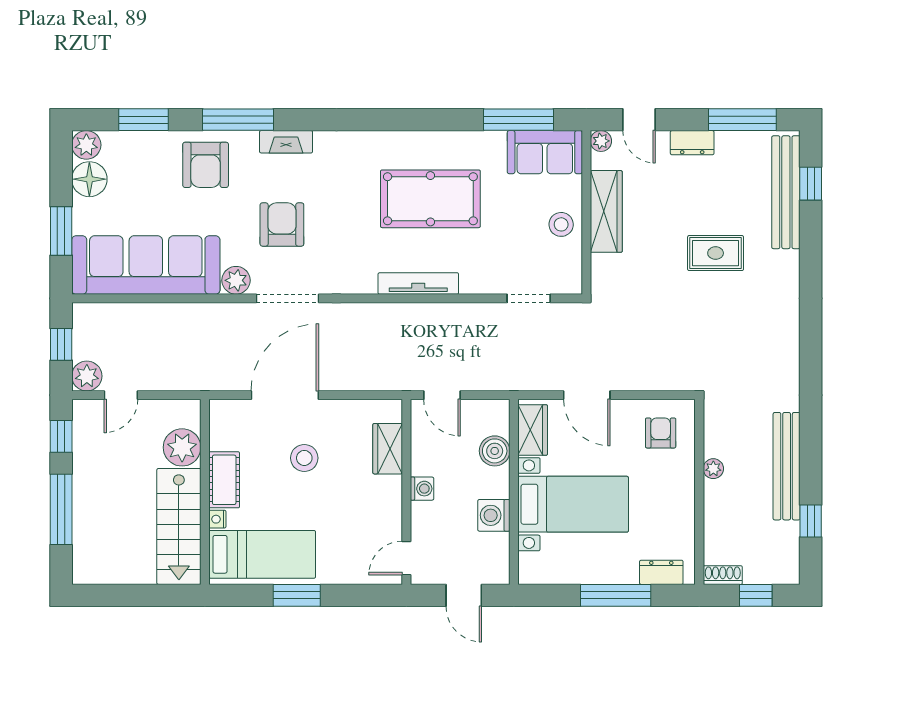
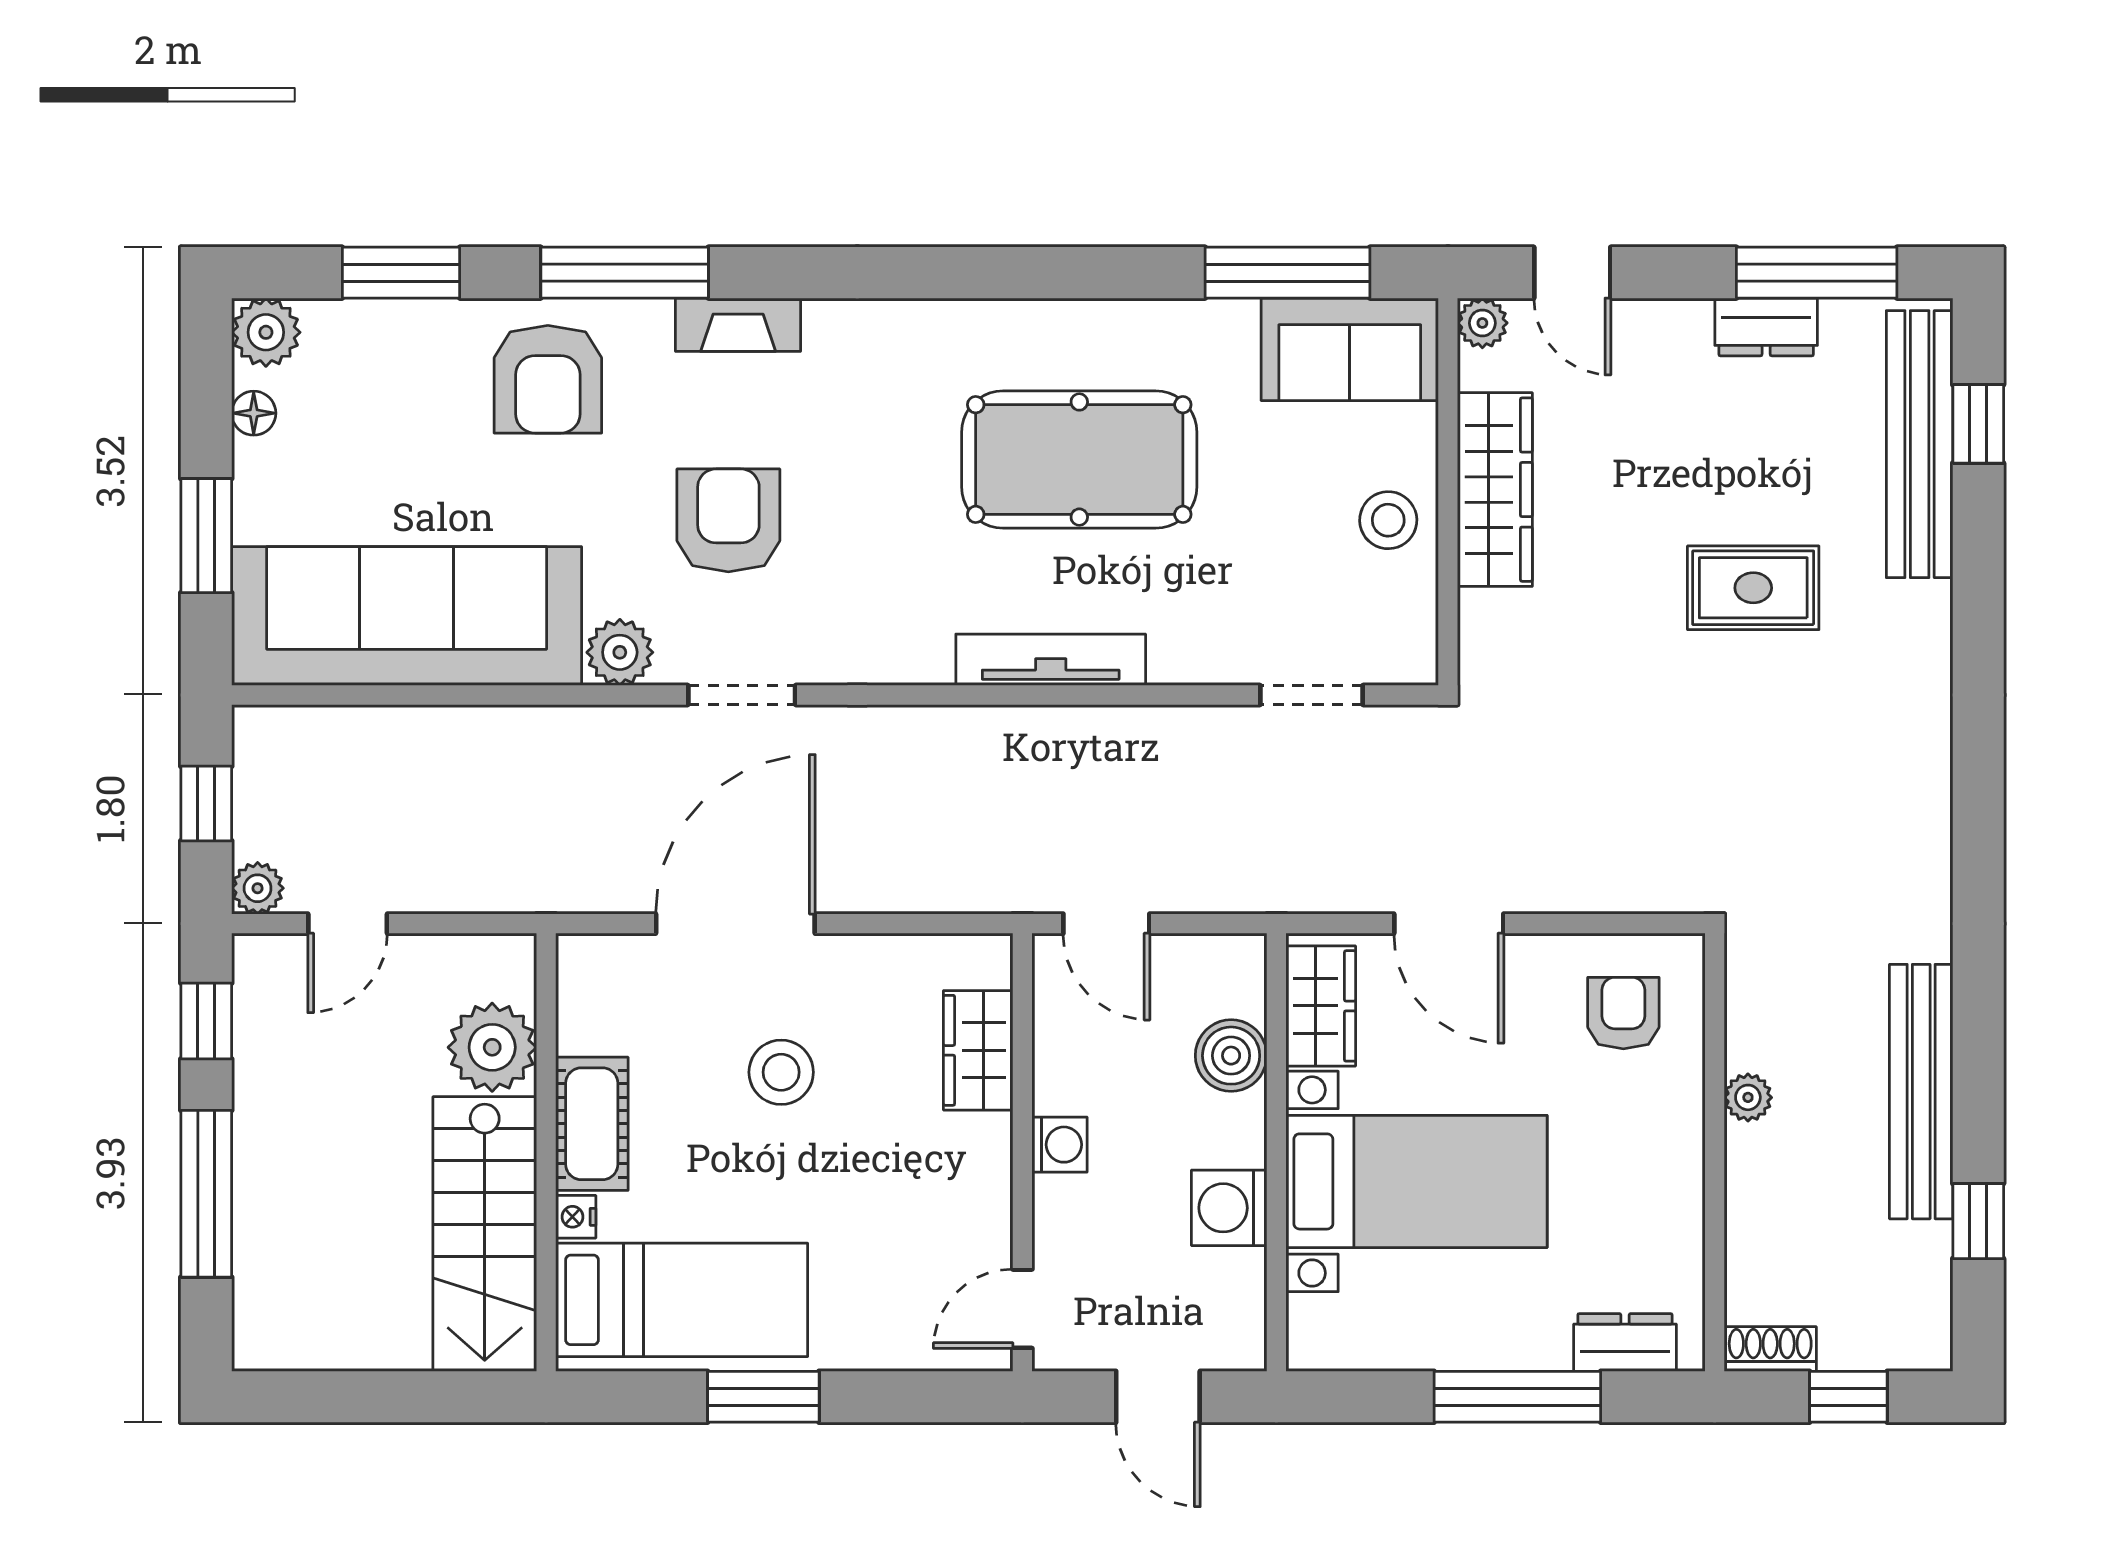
dresser: (692, 143) -> (1766, 327), moved
floor lamp: (89, 179) -> (254, 413), width x0.53, depth x0.53
doorway: (288, 298) -> (742, 695), width x0.73
plant: (87, 376) -> (258, 888), width x0.73, depth x0.73

